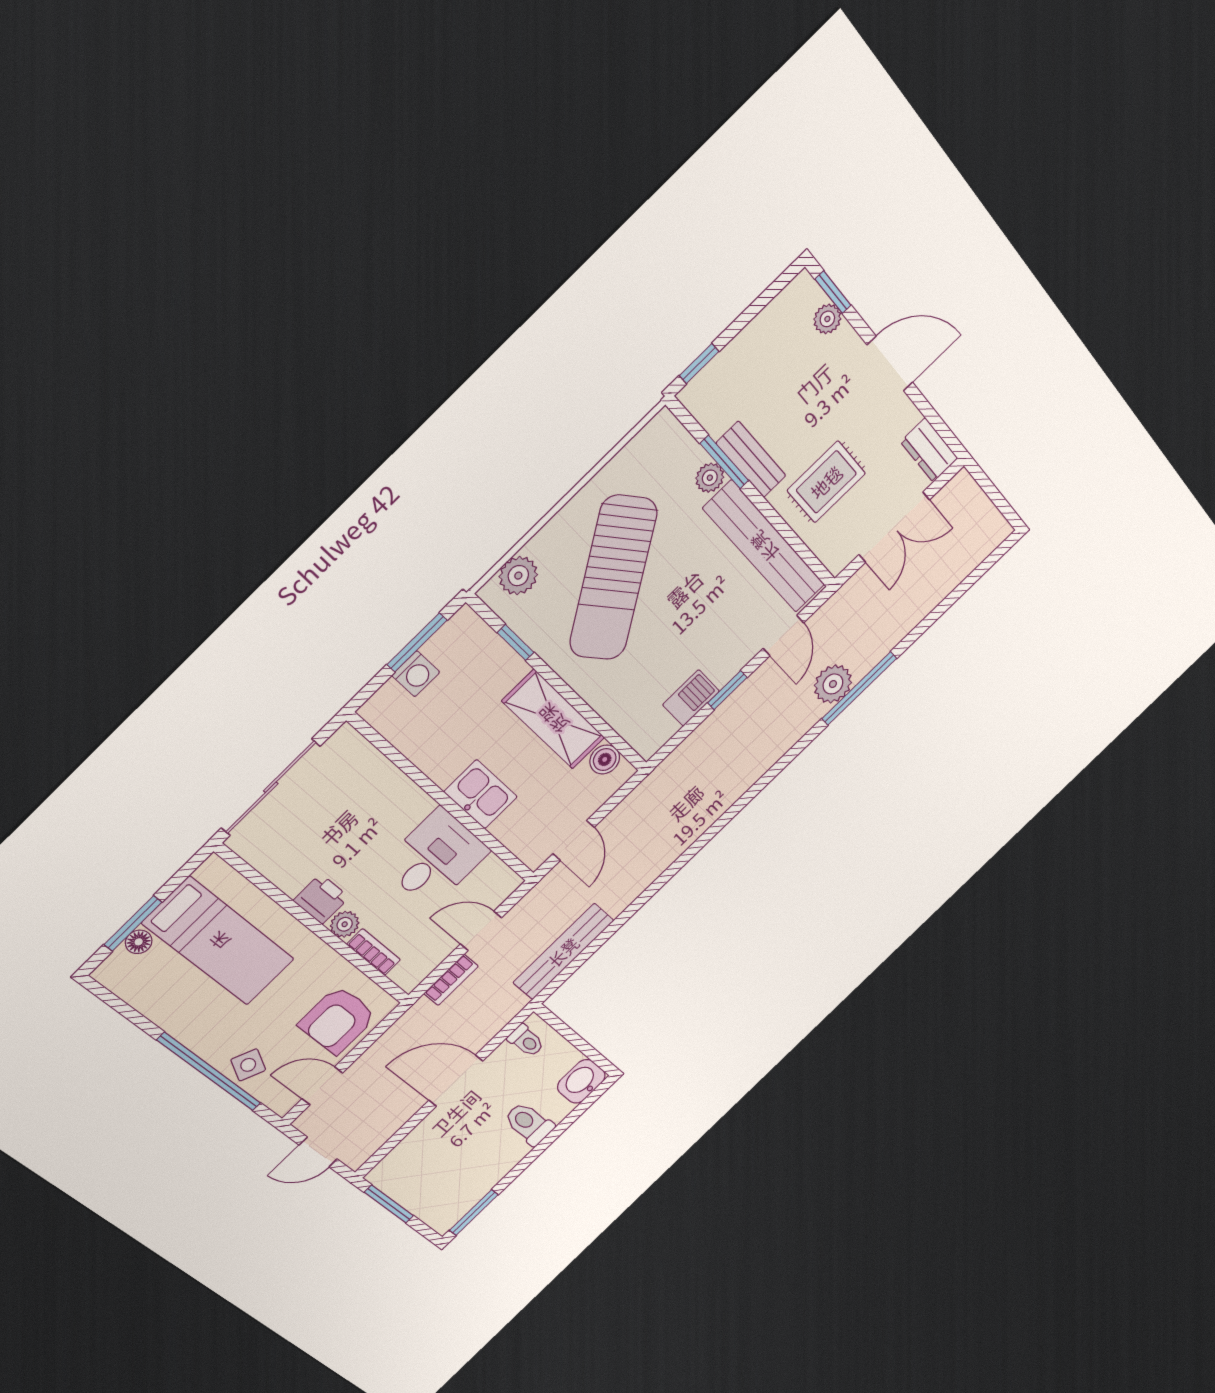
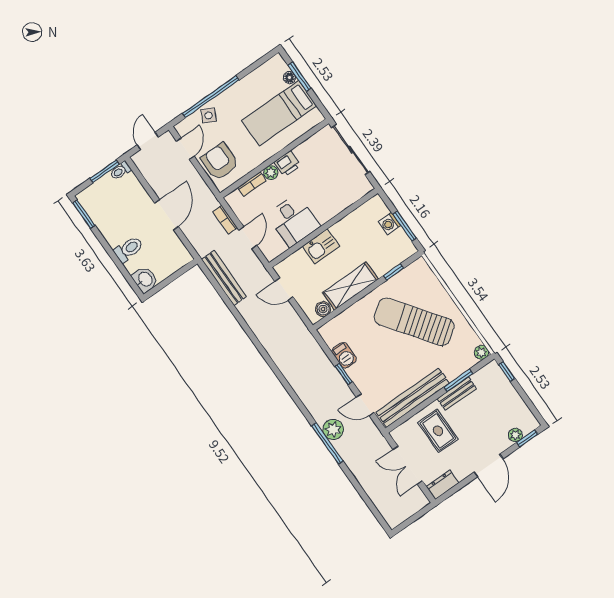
plant: (710, 478) -> (481, 352), moved
plant: (518, 576) -> (426, 277), removed
toilet: (526, 1041) -> (120, 171), moved

